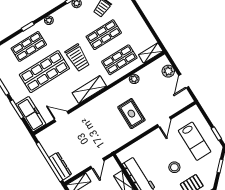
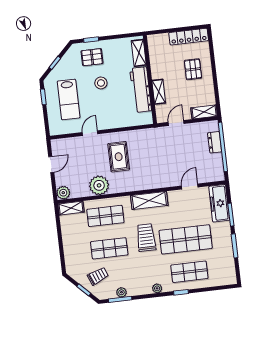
plant: (168, 71) -> (63, 193), moved
plant: (134, 79) -> (99, 185), width x1.88, depth x1.88
door: (61, 117) -> (190, 187), swing flipped
lab bench: (195, 141) -> (69, 99), turned 180
dresser: (60, 166) -> (215, 142), width x0.70

